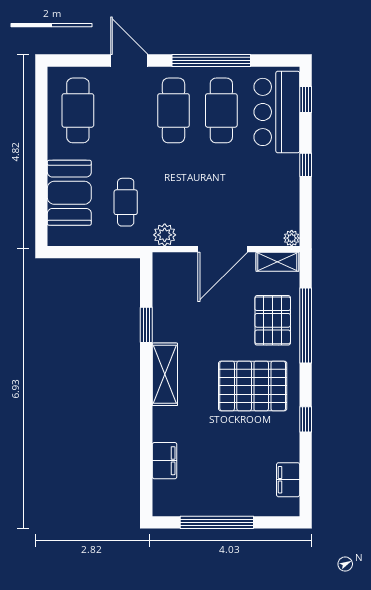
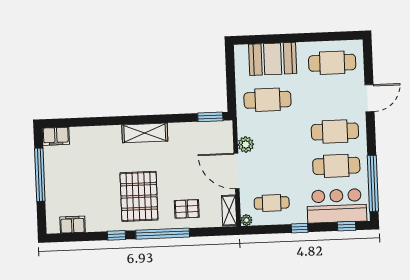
window: (211, 61) -> (373, 183), moved
cafe table: (126, 202) -> (267, 100), width x1.37, depth x1.35
cafe table: (269, 202) -> (272, 203), added
plant: (165, 235) -> (246, 144), moved
pallet: (273, 320) -> (187, 209), width x0.67, depth x0.71
window: (146, 325) -> (210, 117), moved
window: (306, 326) -> (163, 234), moved
filing cabinet: (165, 461) -> (56, 136), moved

